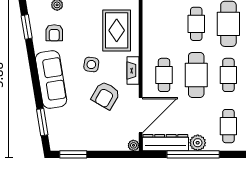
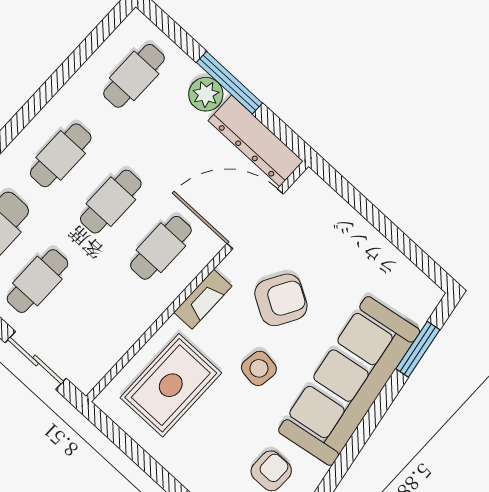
cafe table: (196, 75) -> (111, 202), width x0.73, depth x0.74
sofa: (51, 79) -> (349, 381), width x1.36, depth x1.27
plant: (133, 145) -> (309, 182), removed
window: (73, 154) -> (416, 255), removed
window: (193, 154) -> (229, 83), width x0.68

